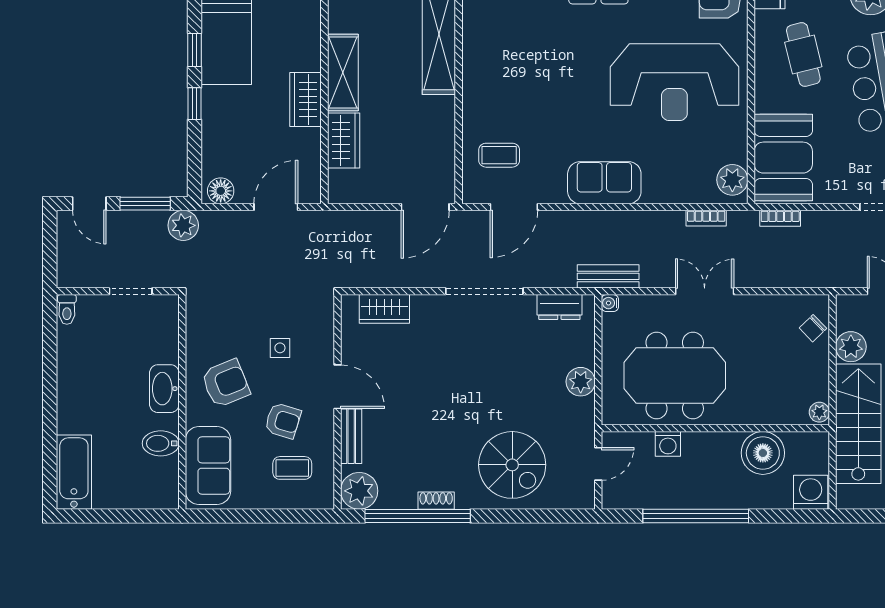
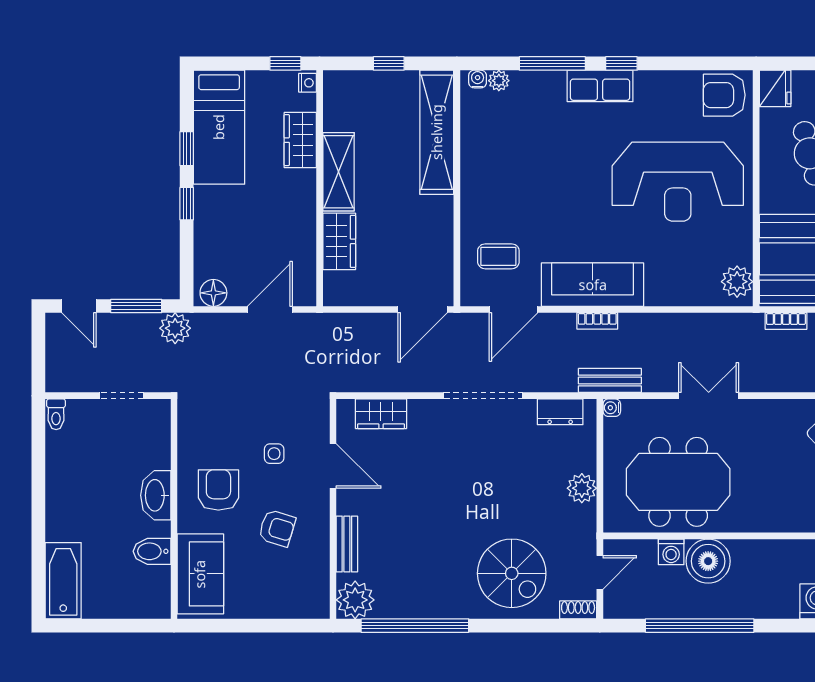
wardrobe: (306, 100) -> (300, 140), moved
sofa: (604, 183) -> (593, 285), width x1.36
bookcase: (706, 218) -> (597, 321), moved
armchair: (226, 383) -> (218, 490), turned -68
door: (338, 387) -> (333, 466), moved
boiler: (763, 453) -> (708, 561), moved
coffee table: (292, 468) -> (287, 576), removed
shoe rack: (436, 501) -> (578, 610), moved

